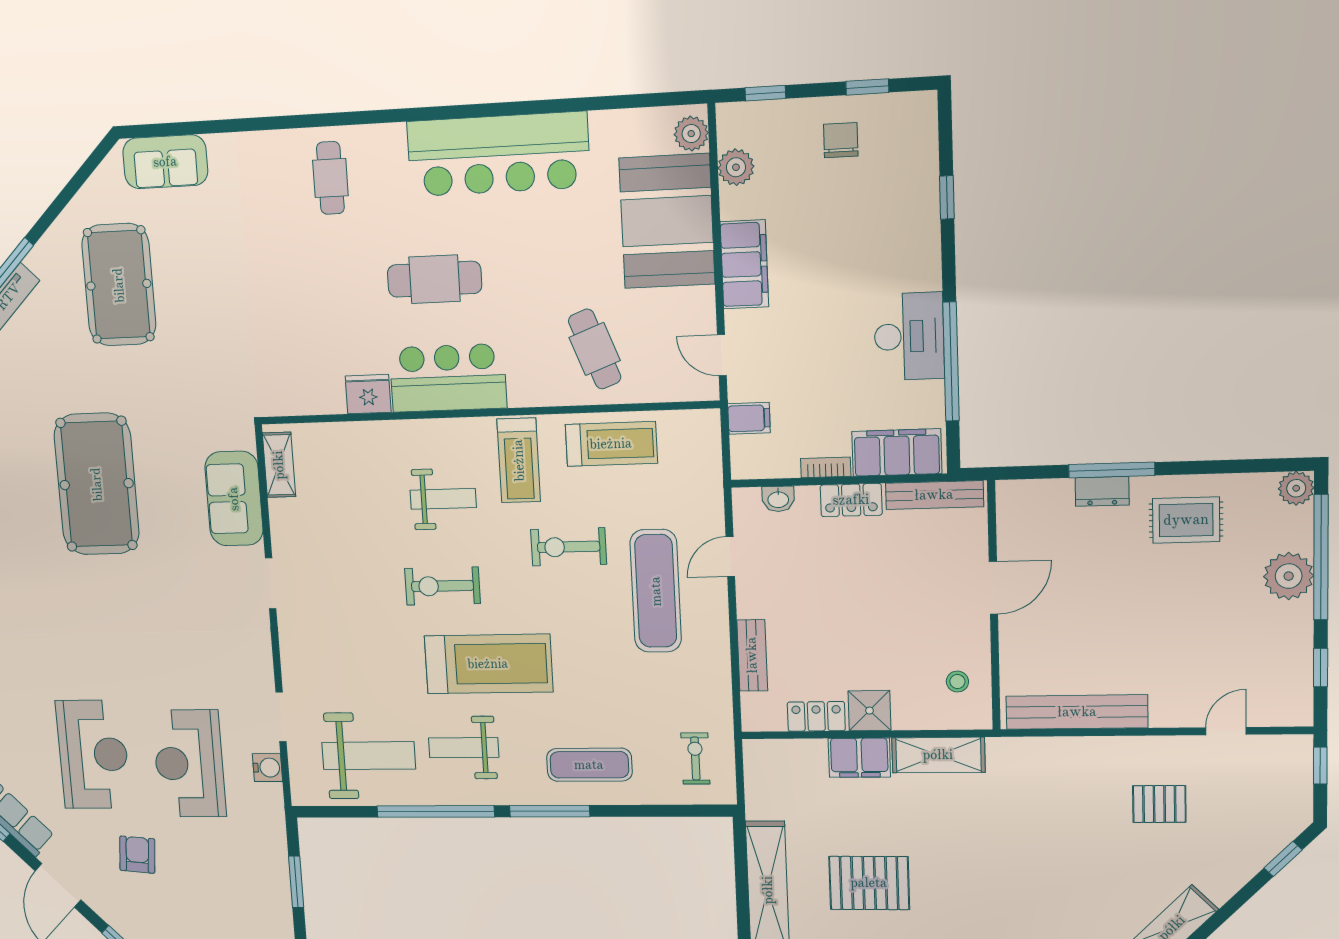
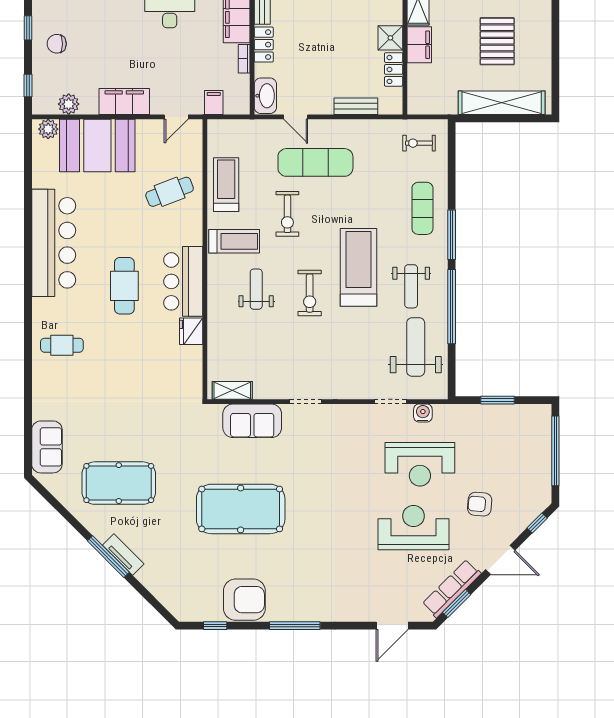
washbasin: (778, 499) -> (265, 96), width x1.91, depth x1.45

